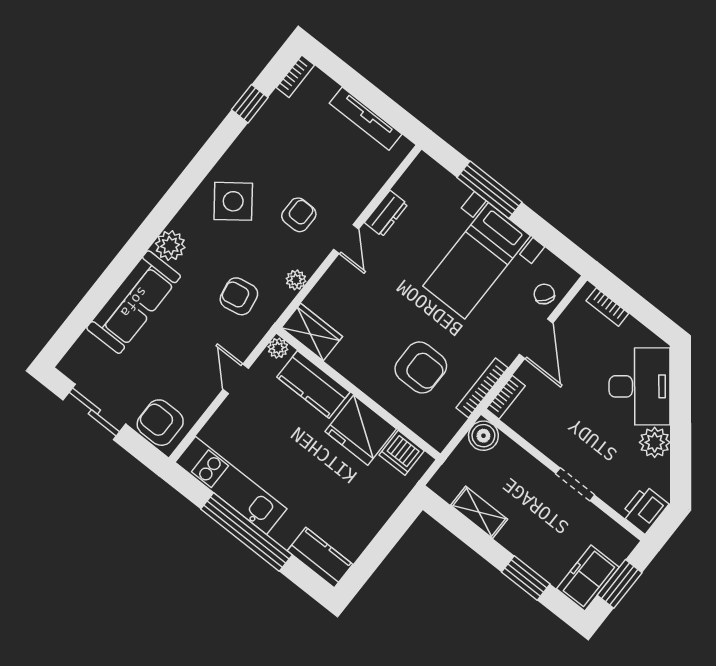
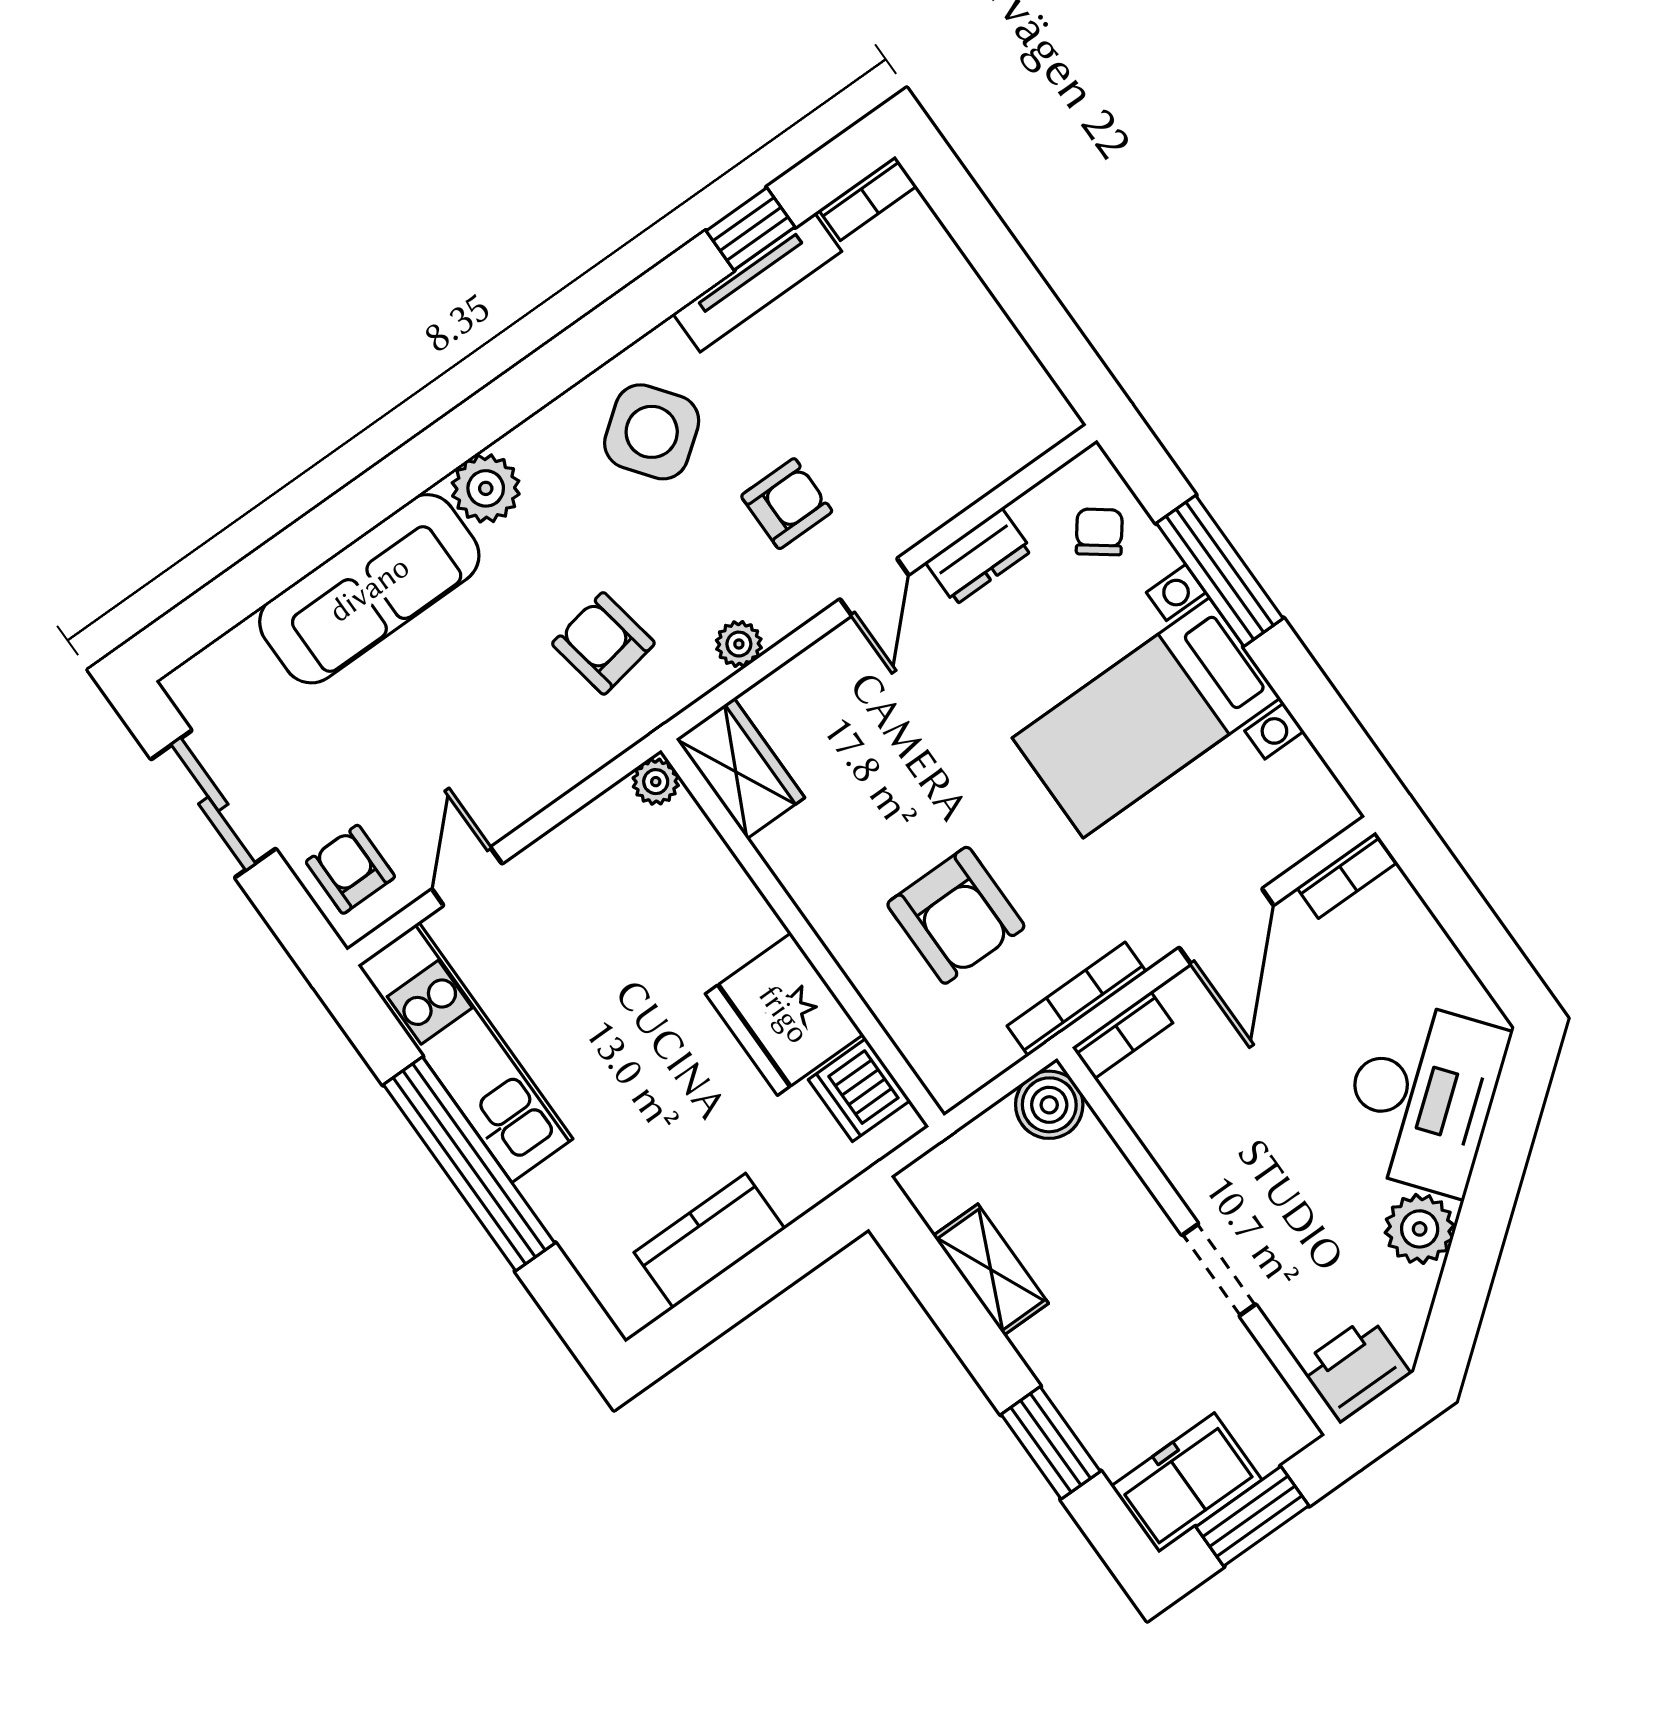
tv unit: (366, 119) -> (757, 282), moved, turned -90
chair: (544, 294) -> (1099, 532), moved
bookcase: (607, 307) -> (1346, 876), moved, turned -90
door: (236, 379) -> (467, 876), moved
kitchen counter: (313, 384) -> (710, 884), removed
armchair: (160, 423) -> (350, 869), width x0.72, depth x0.72
kitchen counter: (320, 558) -> (710, 1241), moved, turned -90

